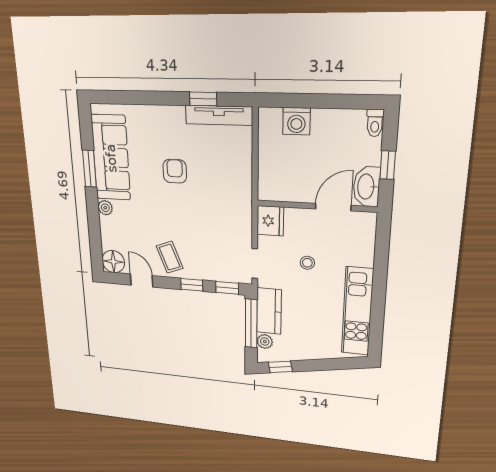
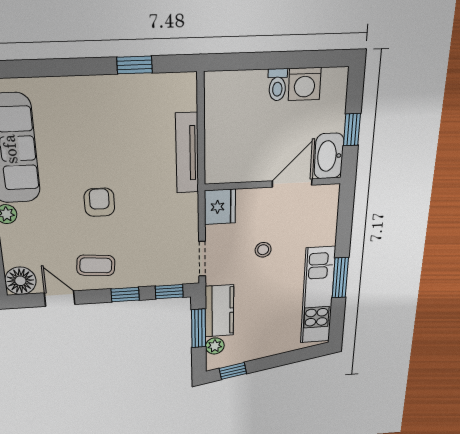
tv unit: (219, 115) -> (187, 153), moved, turned 90
washing machine: (296, 121) -> (305, 84), moved
toilet: (375, 123) -> (277, 85), moved
armchair: (175, 171) -> (99, 202), moved
coffee table: (170, 257) -> (96, 265), turned -64
window: (378, 298) -> (340, 278), added
window: (251, 324) -> (199, 328), width x0.69

